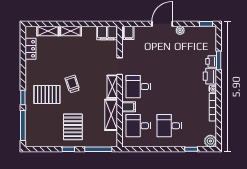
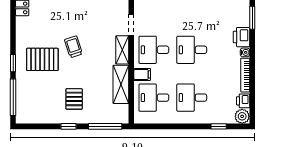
printer: (211, 61) -> (243, 101), moved
desk: (169, 87) -> (192, 50), added
pallet: (73, 127) -> (74, 99), width x0.67, depth x0.71

